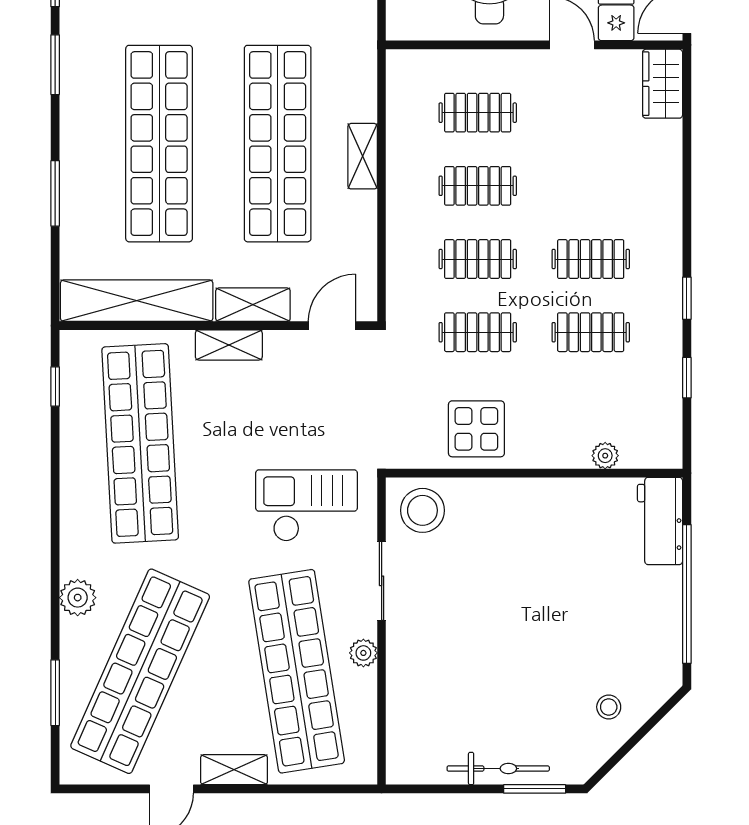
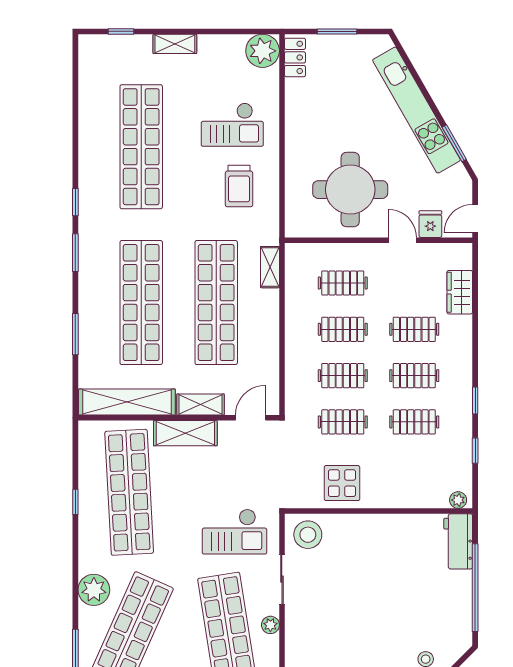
wardrobe: (663, 84) -> (460, 292), moved
shelving: (363, 156) -> (270, 267), moved
clothes rail: (591, 186) -> (414, 329), added
shelving: (229, 345) -> (185, 433), width x1.50, depth x1.33
window: (55, 386) -> (75, 502), moved
plant: (605, 456) -> (458, 500), moved
checkout: (307, 506) -> (234, 532), turned 180
plant: (78, 598) -> (94, 590), width x1.36, depth x1.36

